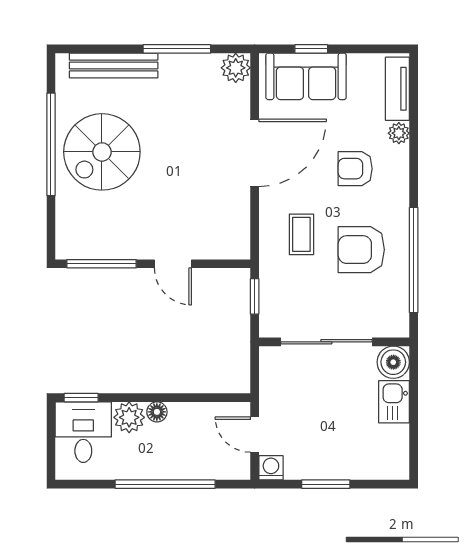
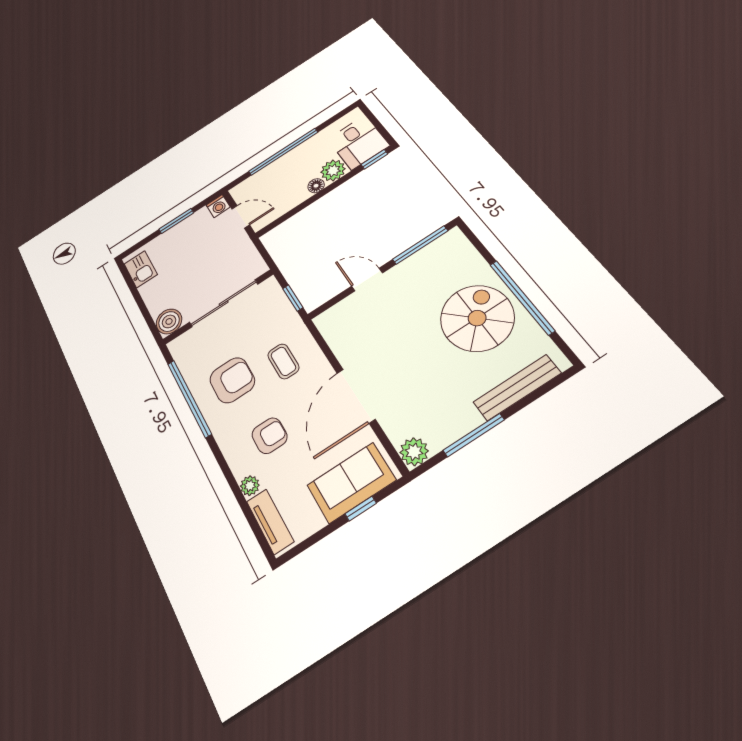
kitchen sink: (394, 402) -> (141, 269), moved

